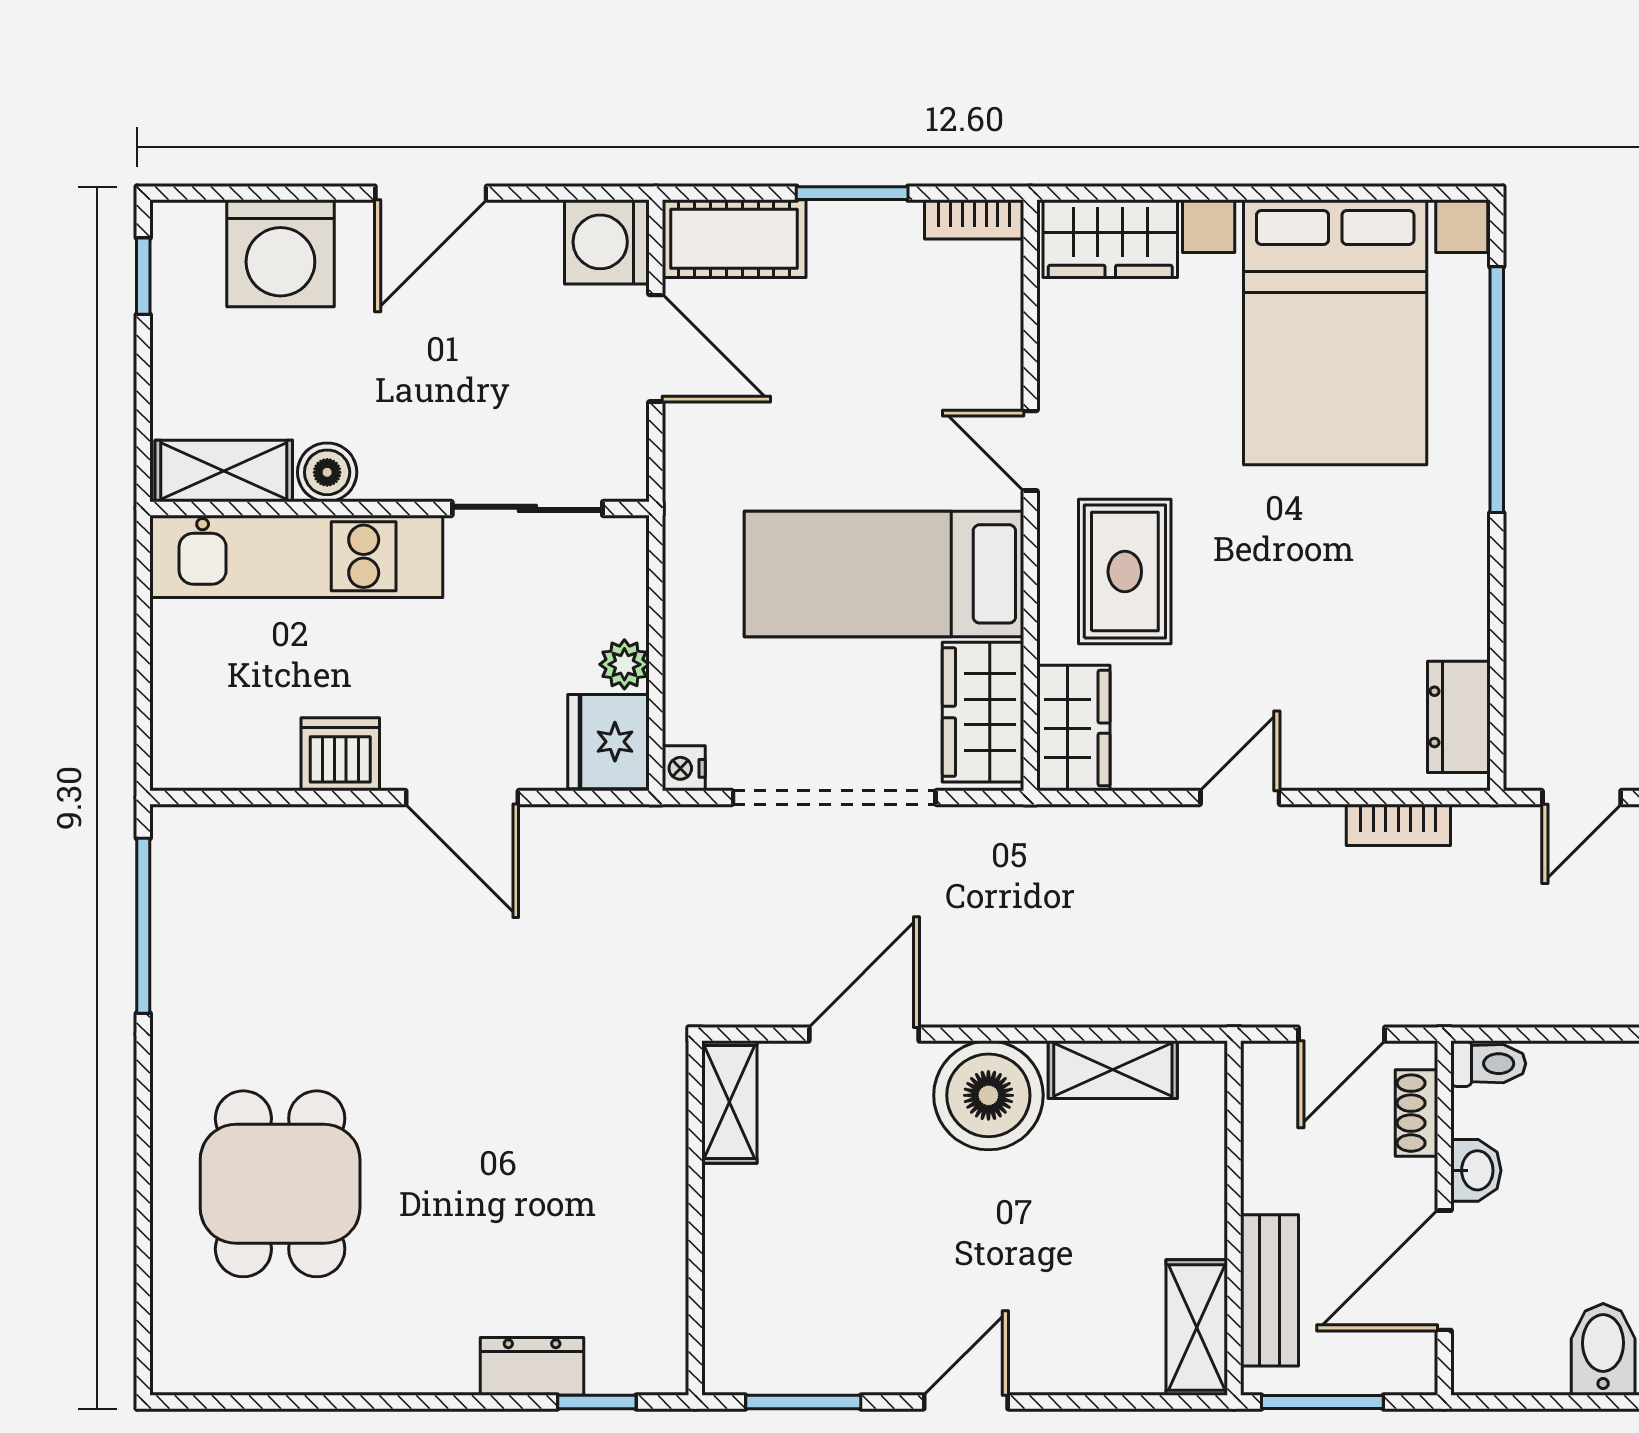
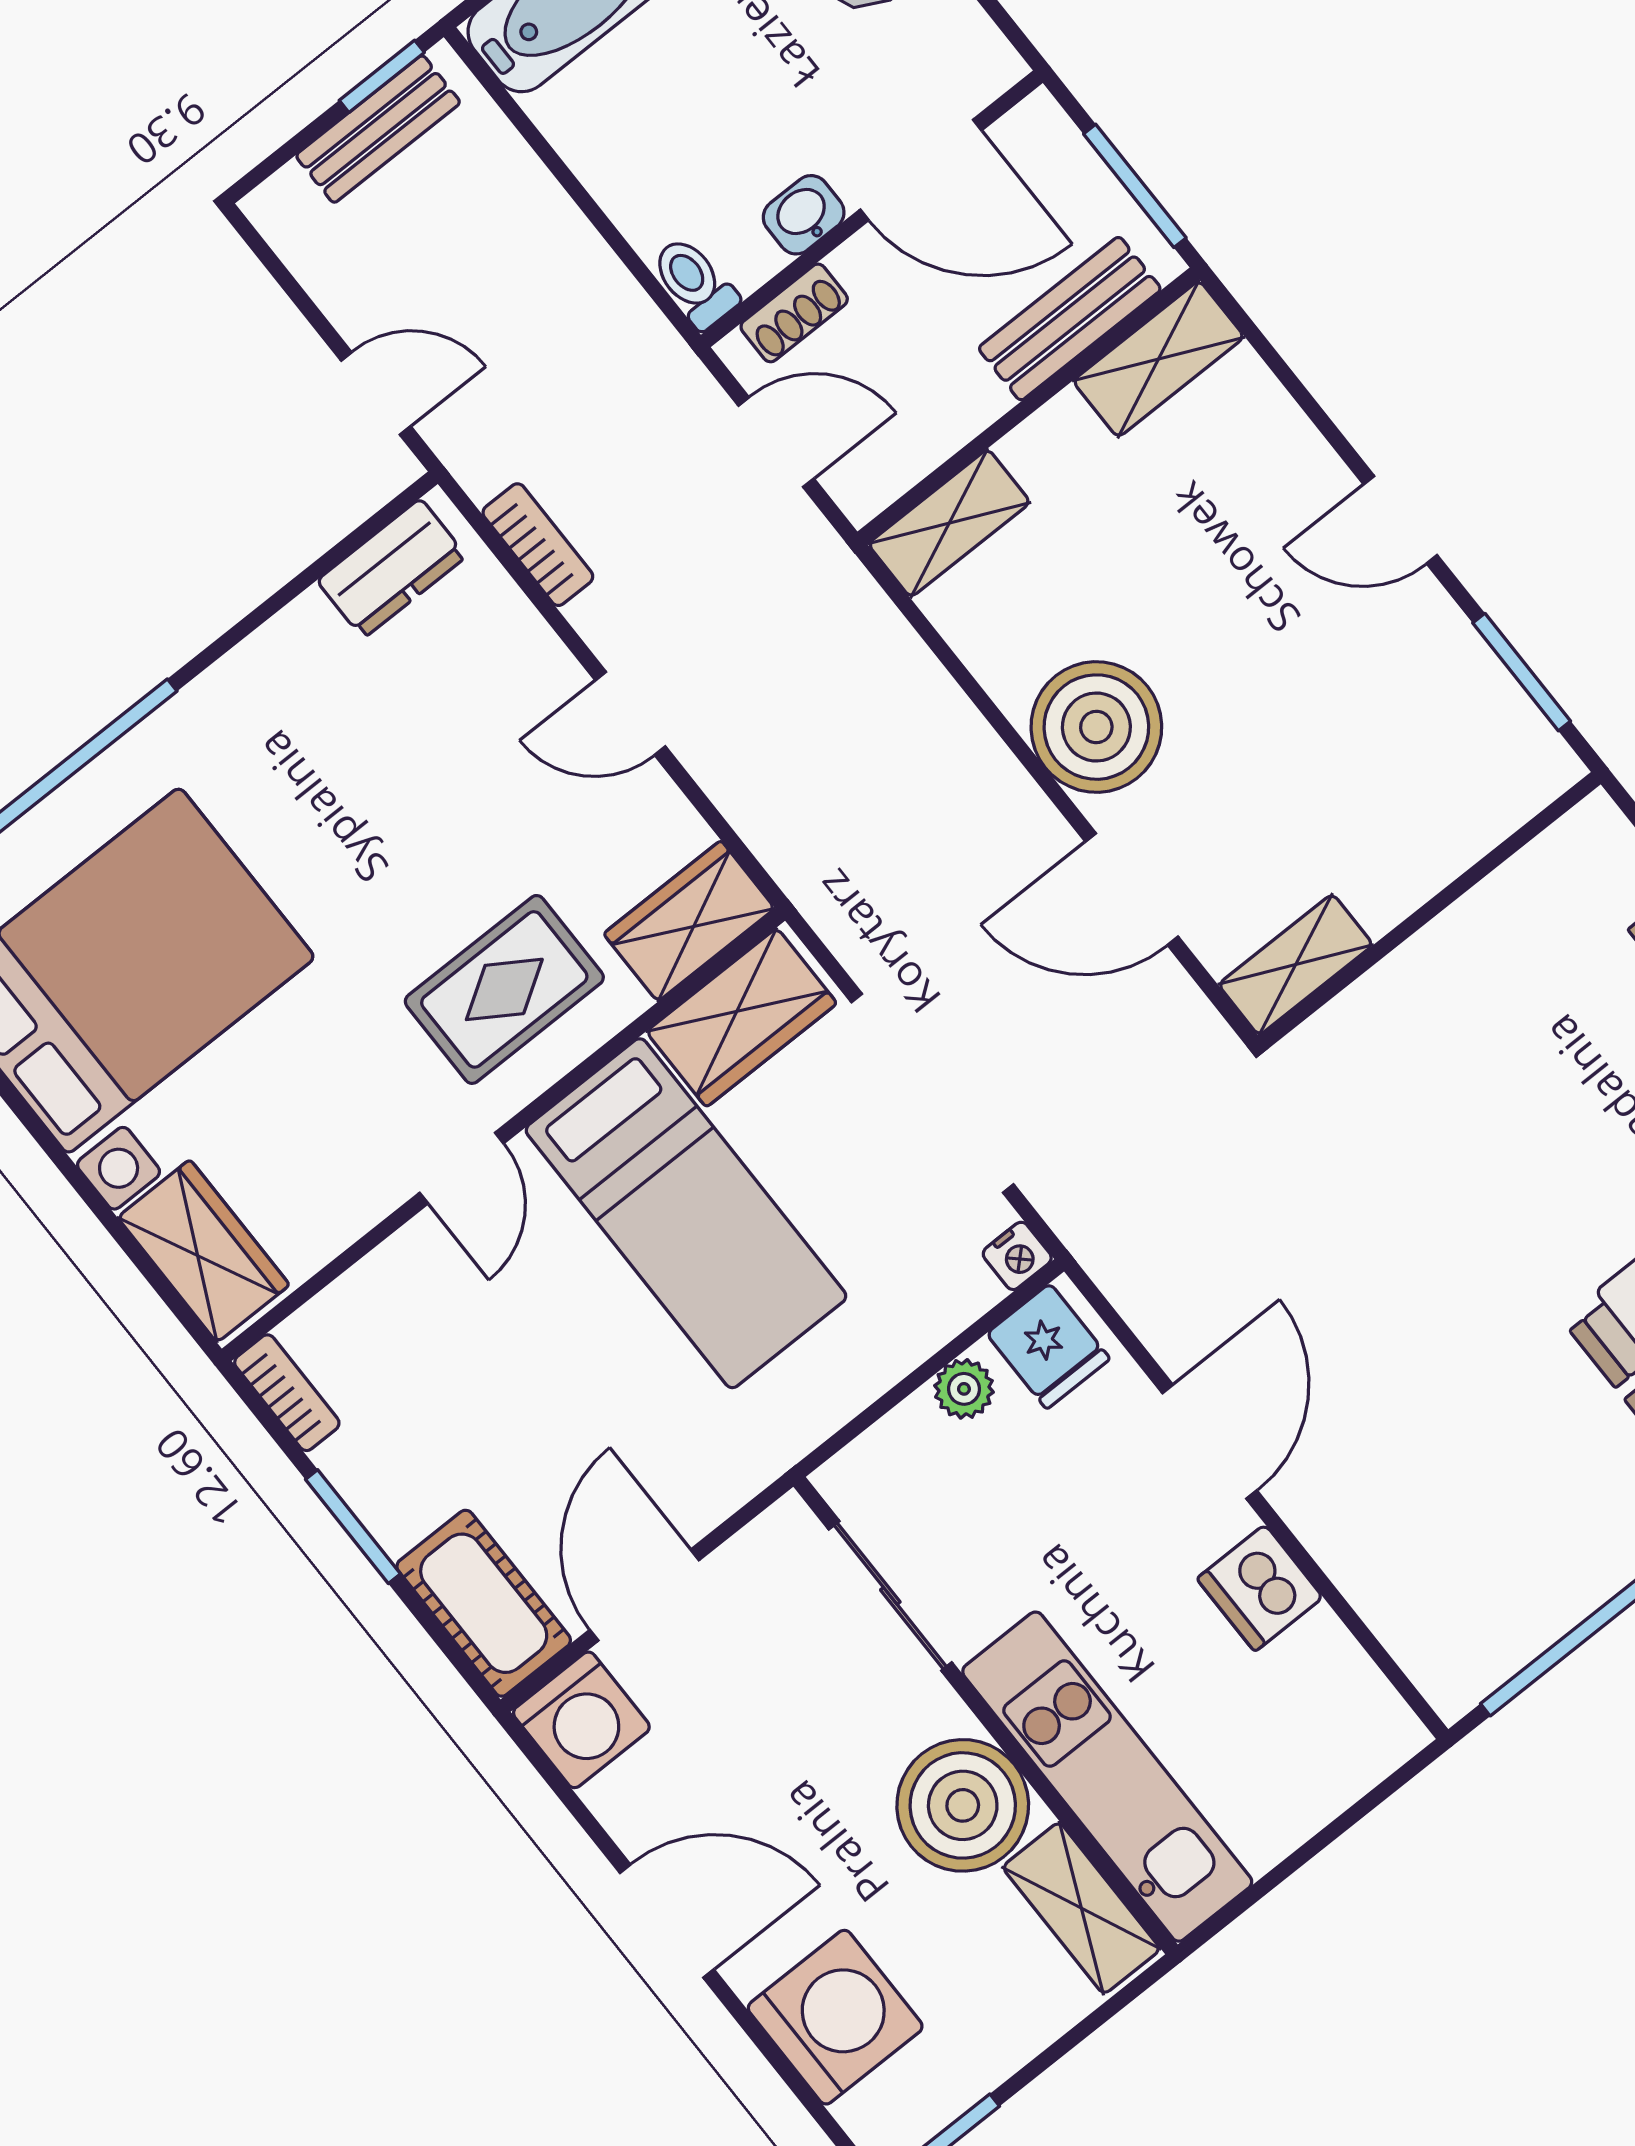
boiler: (327, 472) -> (963, 1805), width x1.86, depth x1.86
fridge: (608, 742) -> (1048, 1346), width x0.72
shelving: (1113, 1070) -> (949, 523), moved, turned 90

